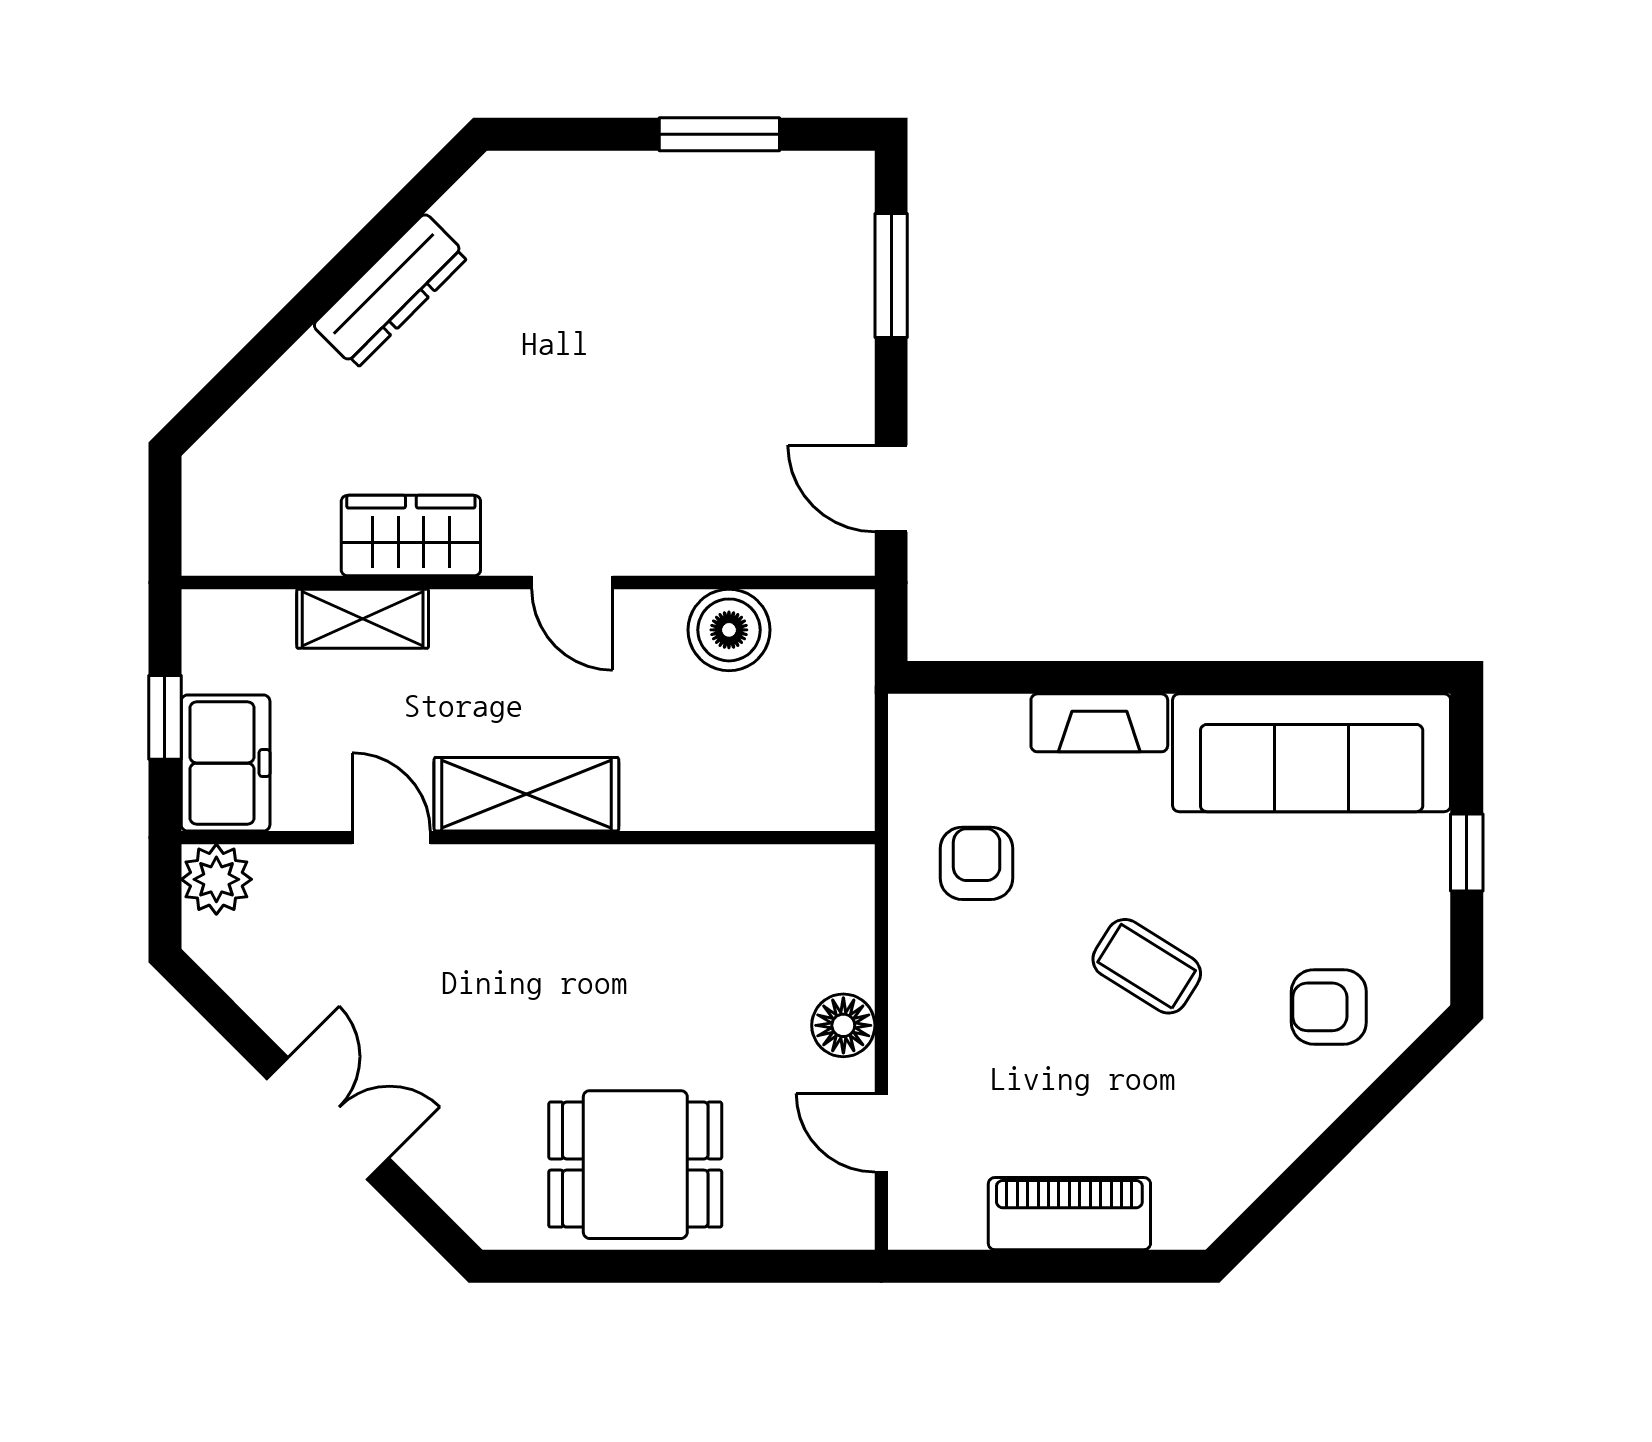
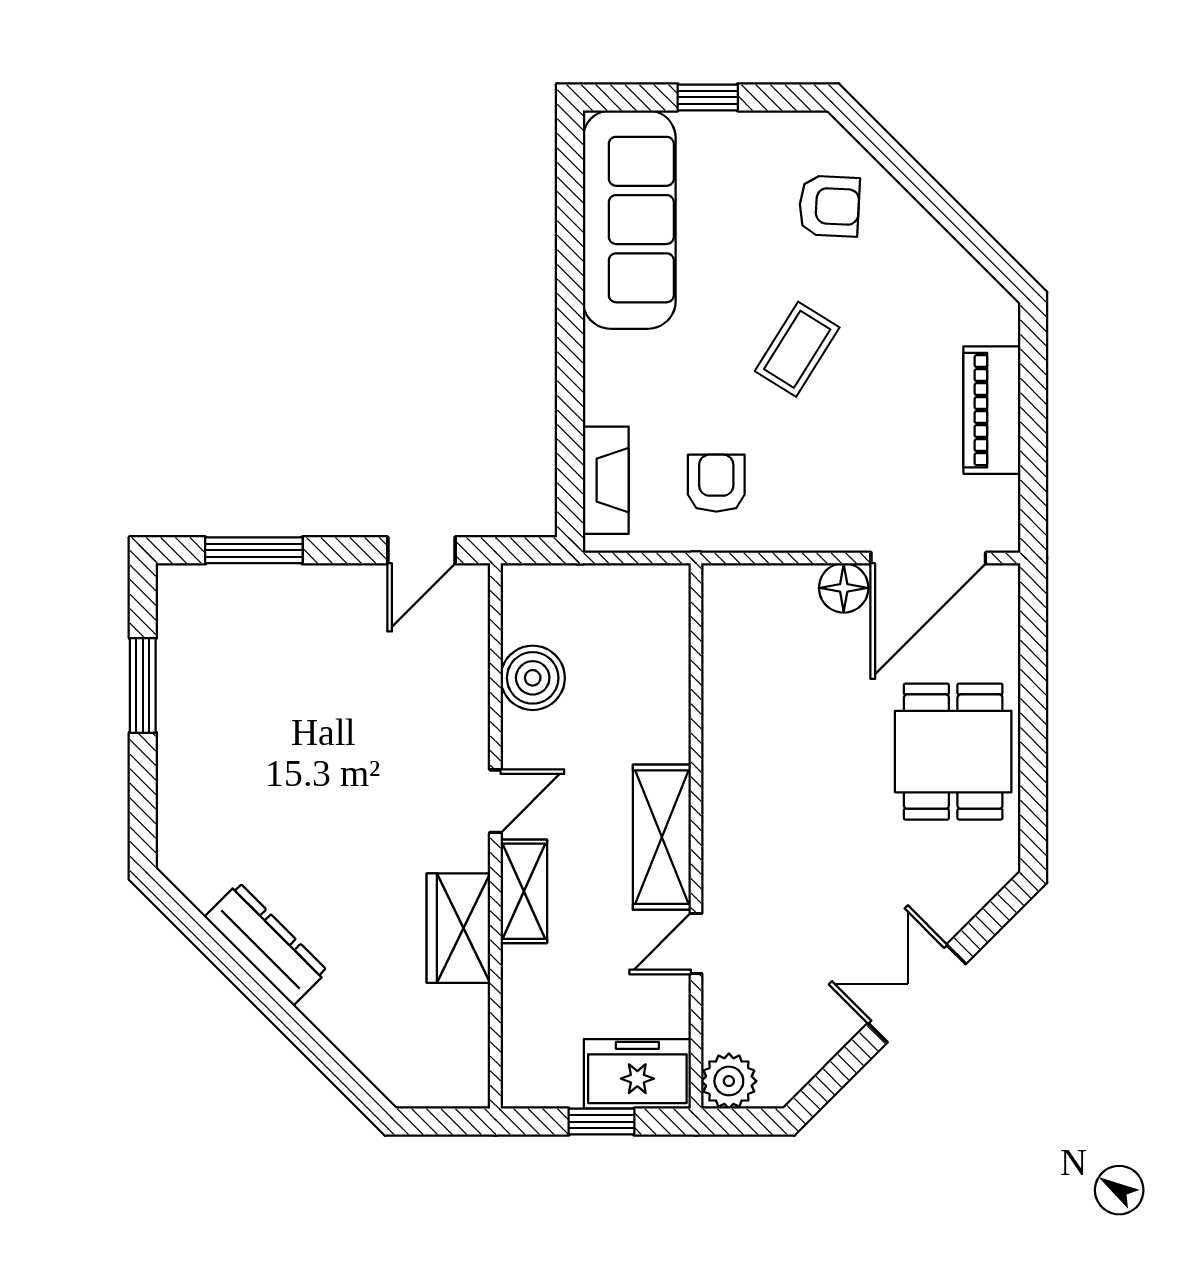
shelving: (363, 619) -> (524, 891), moved
fireplace: (1099, 723) -> (606, 480), moved
armchair: (977, 863) -> (716, 483), turned 90
armchair: (1329, 1007) -> (829, 206), turned -87
door: (881, 1133) -> (928, 558), width x1.88

